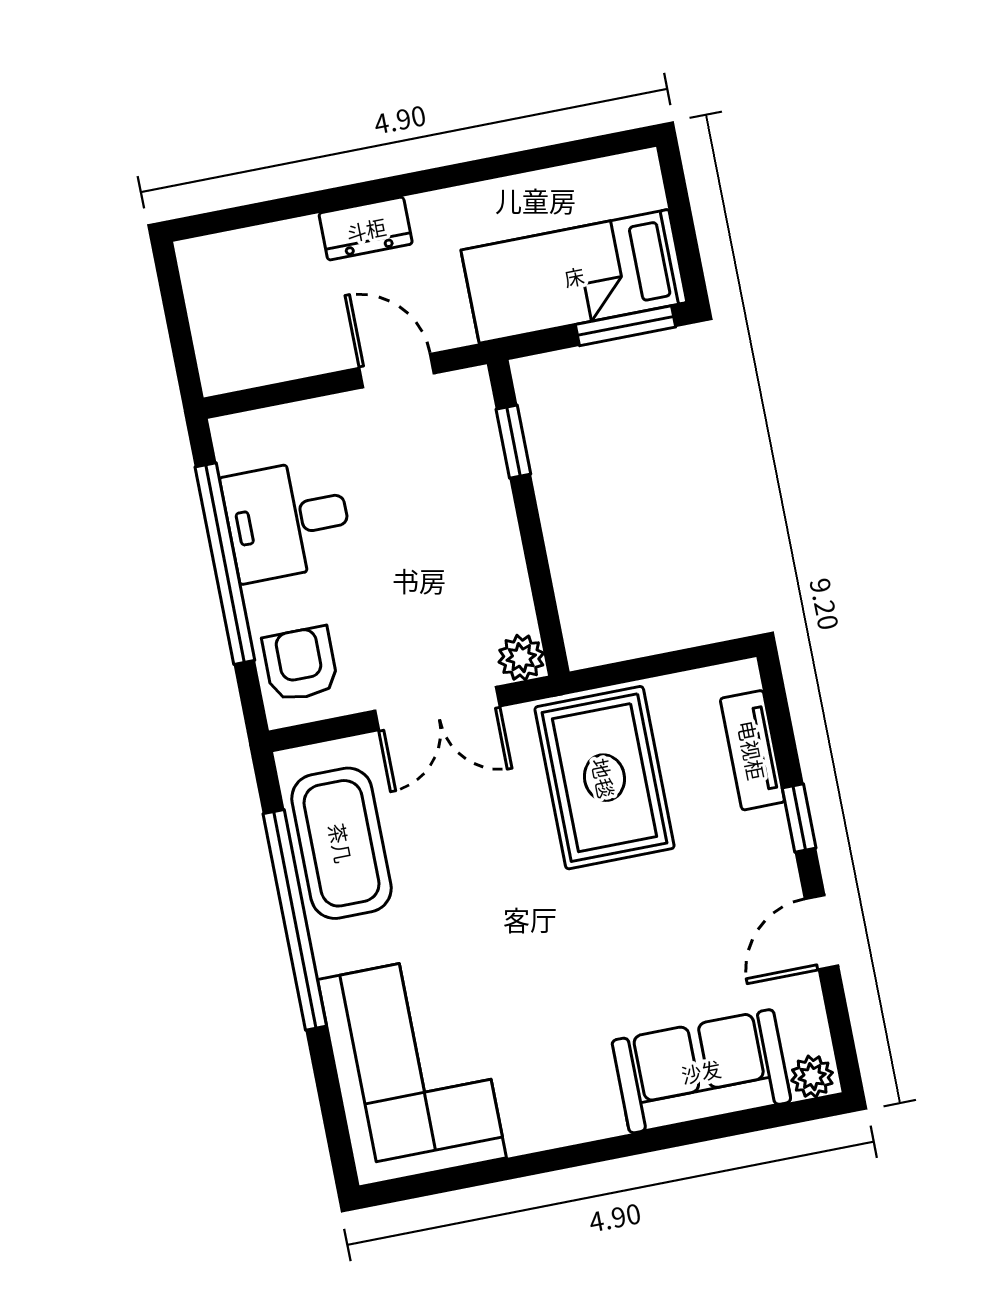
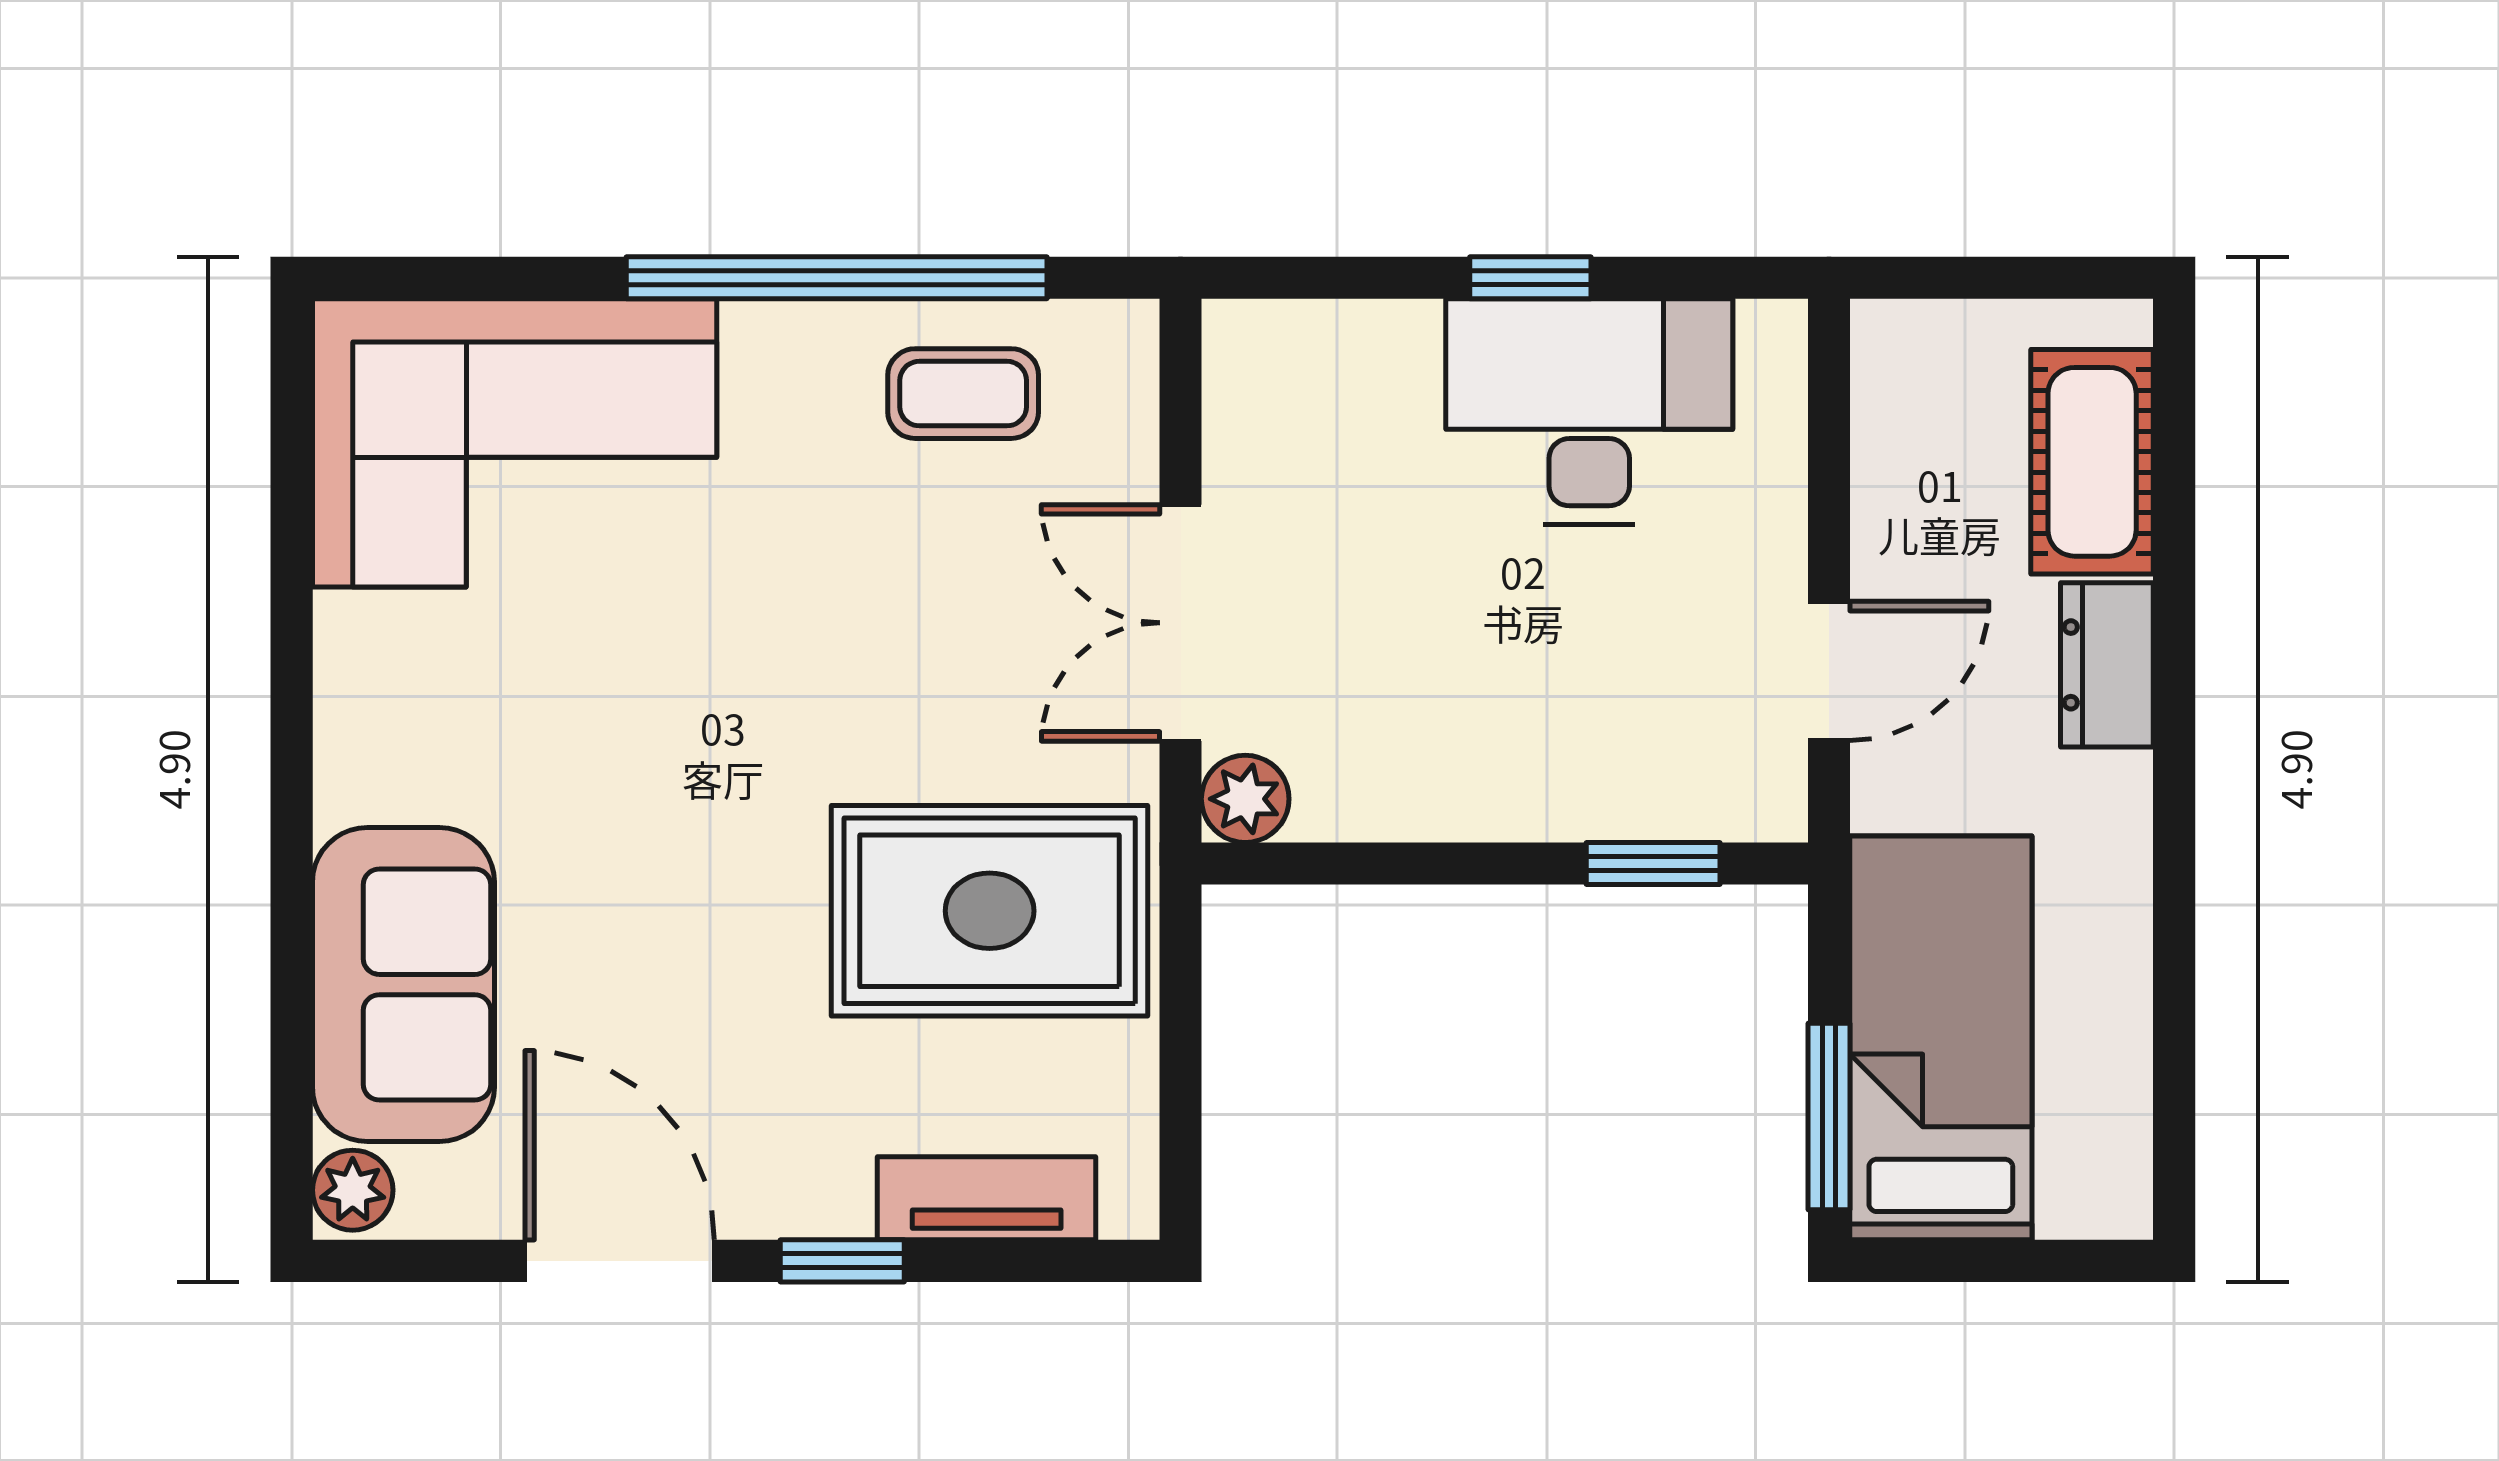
cot: (263, 257) -> (2092, 462), added
desk: (288, 520) -> (1589, 411), width x1.37
window: (225, 564) -> (1530, 278), width x0.32
armchair: (300, 664) -> (1314, 382), removed
coffee table: (341, 843) -> (963, 394), width x0.54, depth x0.58
door: (822, 932) -> (620, 1261), width x1.37

